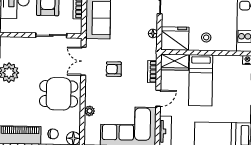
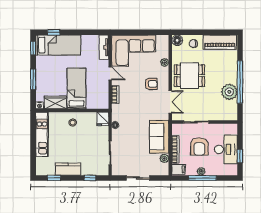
fridge: (175, 39) -> (103, 119), width x0.53, depth x0.75
wardrobe: (175, 62) -> (55, 102), moved
armchair: (114, 69) -> (151, 84), moved
door: (158, 98) -> (110, 73), swing flipped

